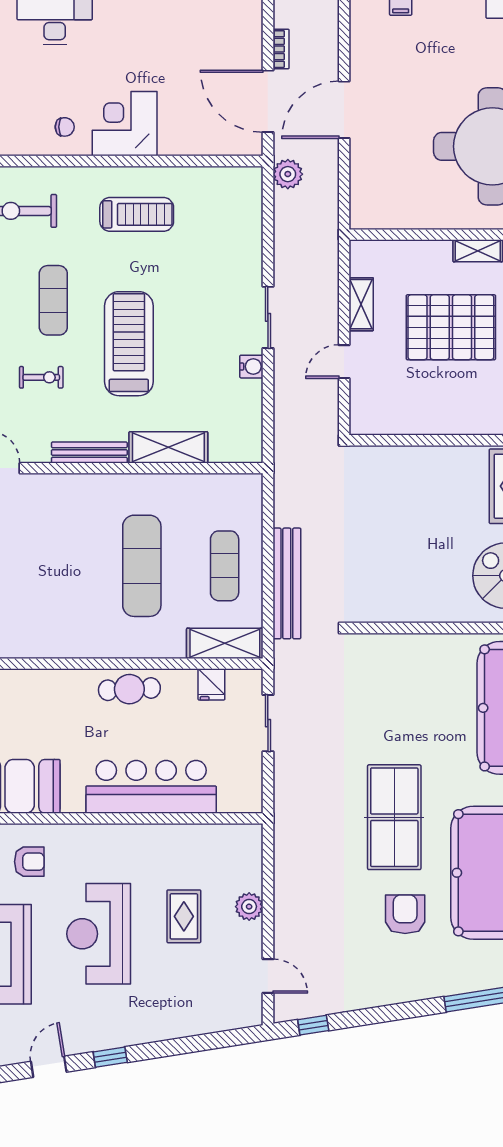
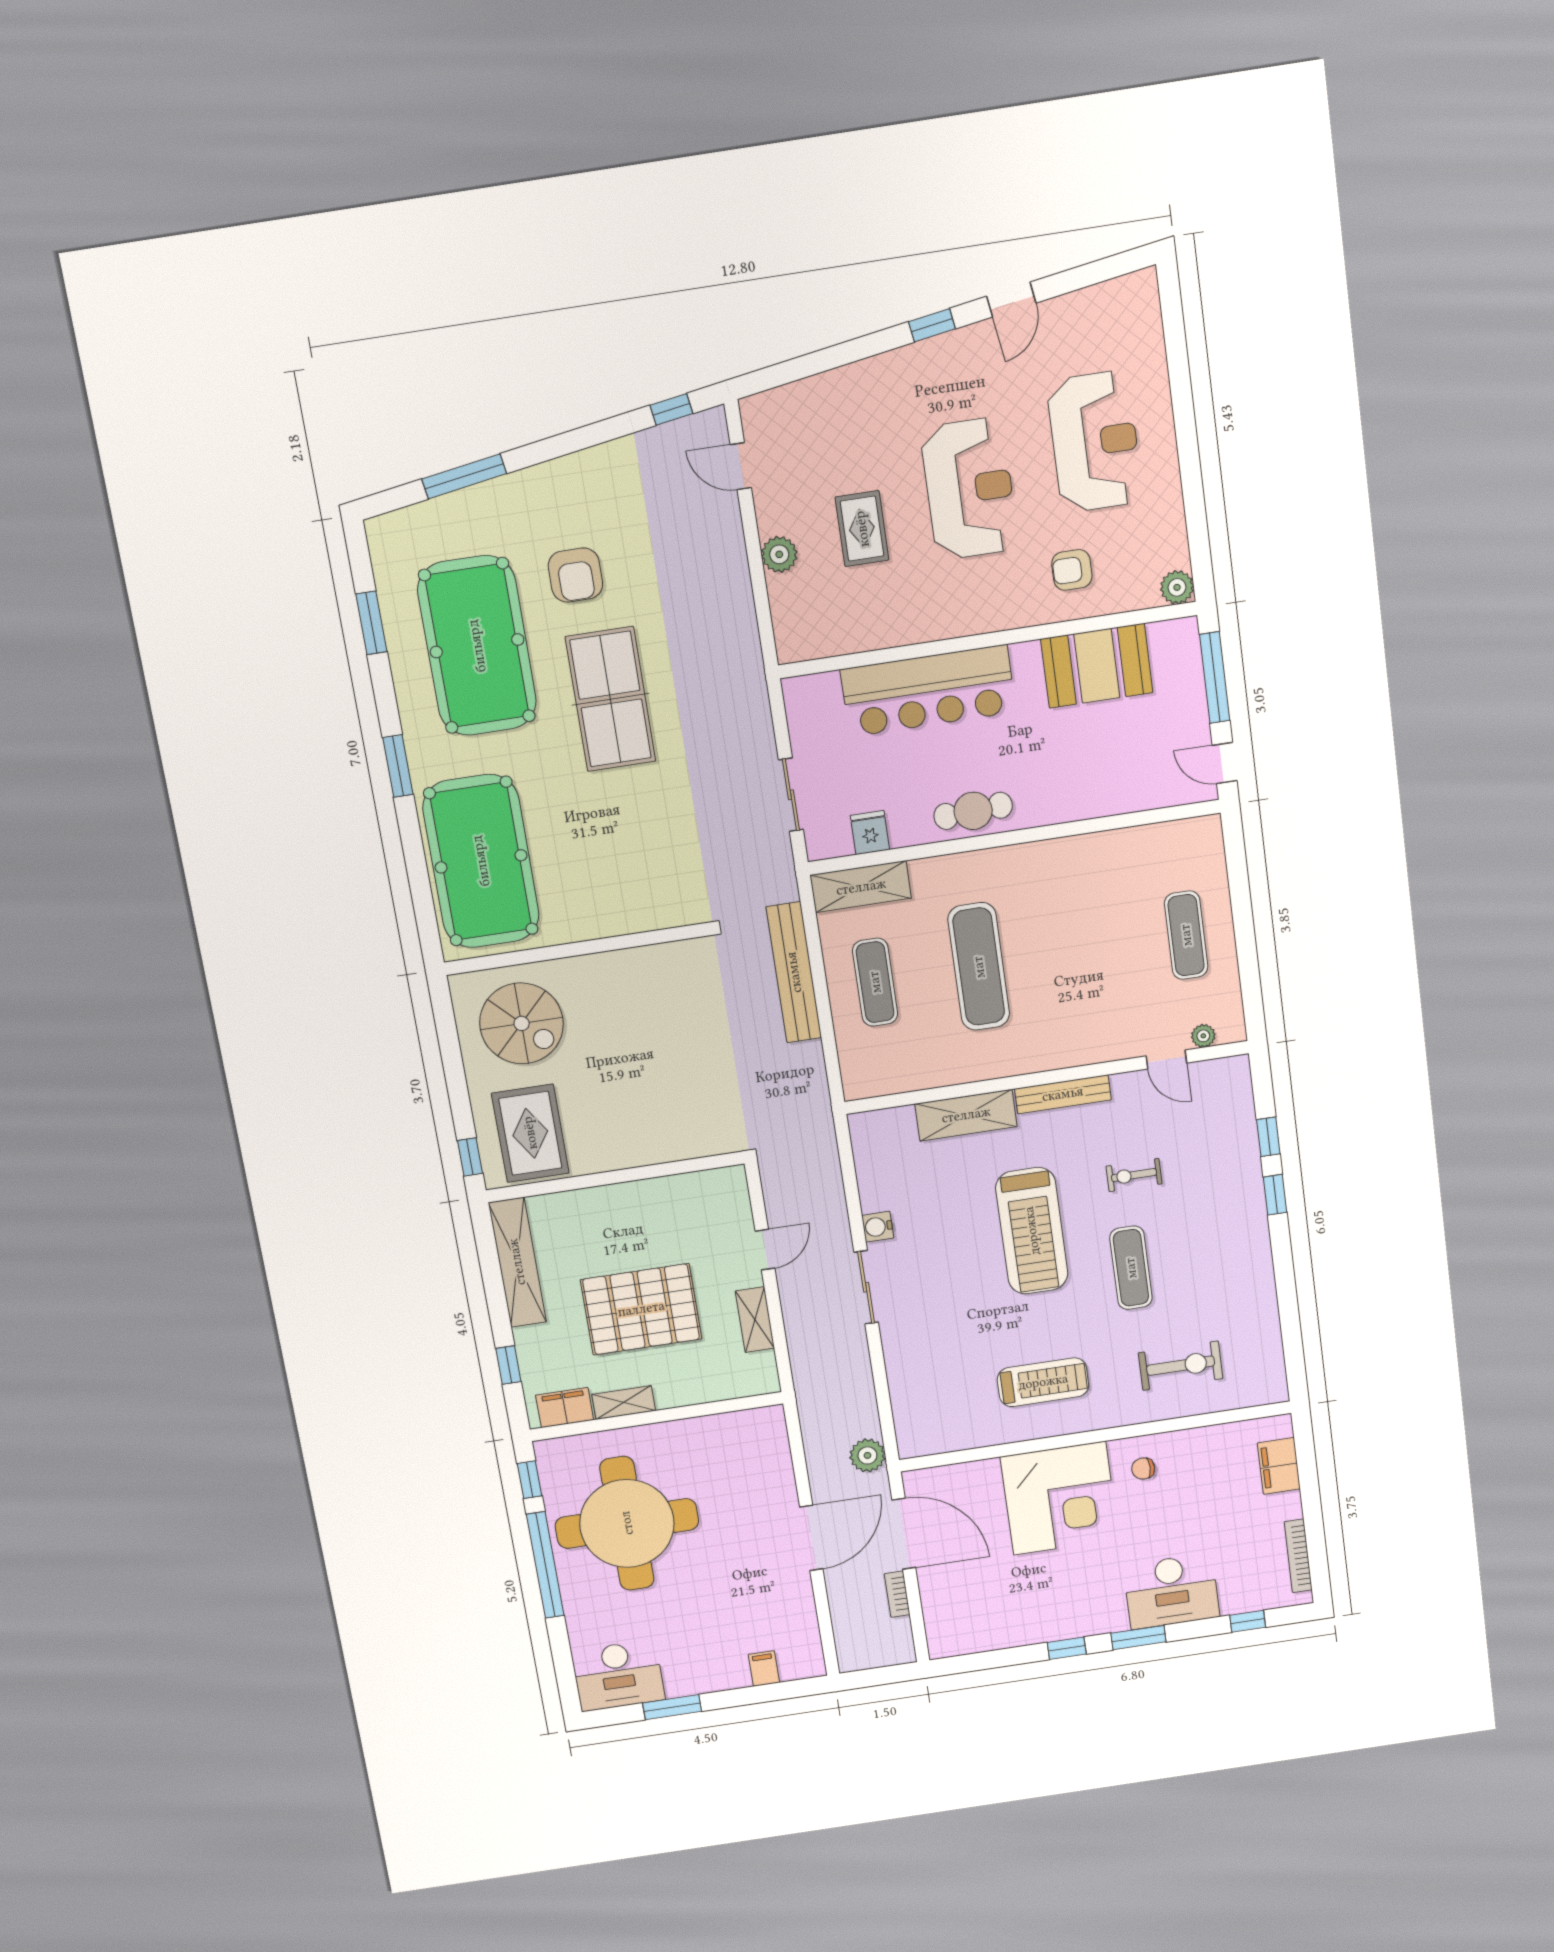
corner desk: (125, 124) -> (1060, 1498), width x1.36, depth x1.36
treadmill: (137, 214) -> (1043, 1382), turned 180

